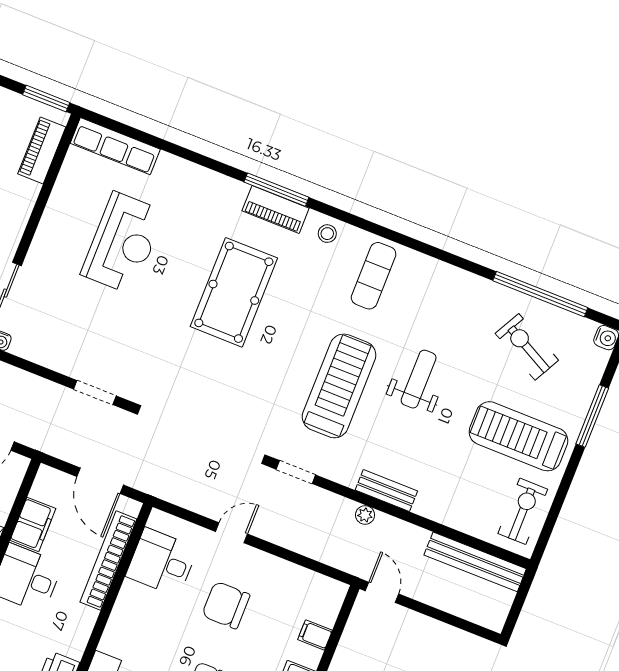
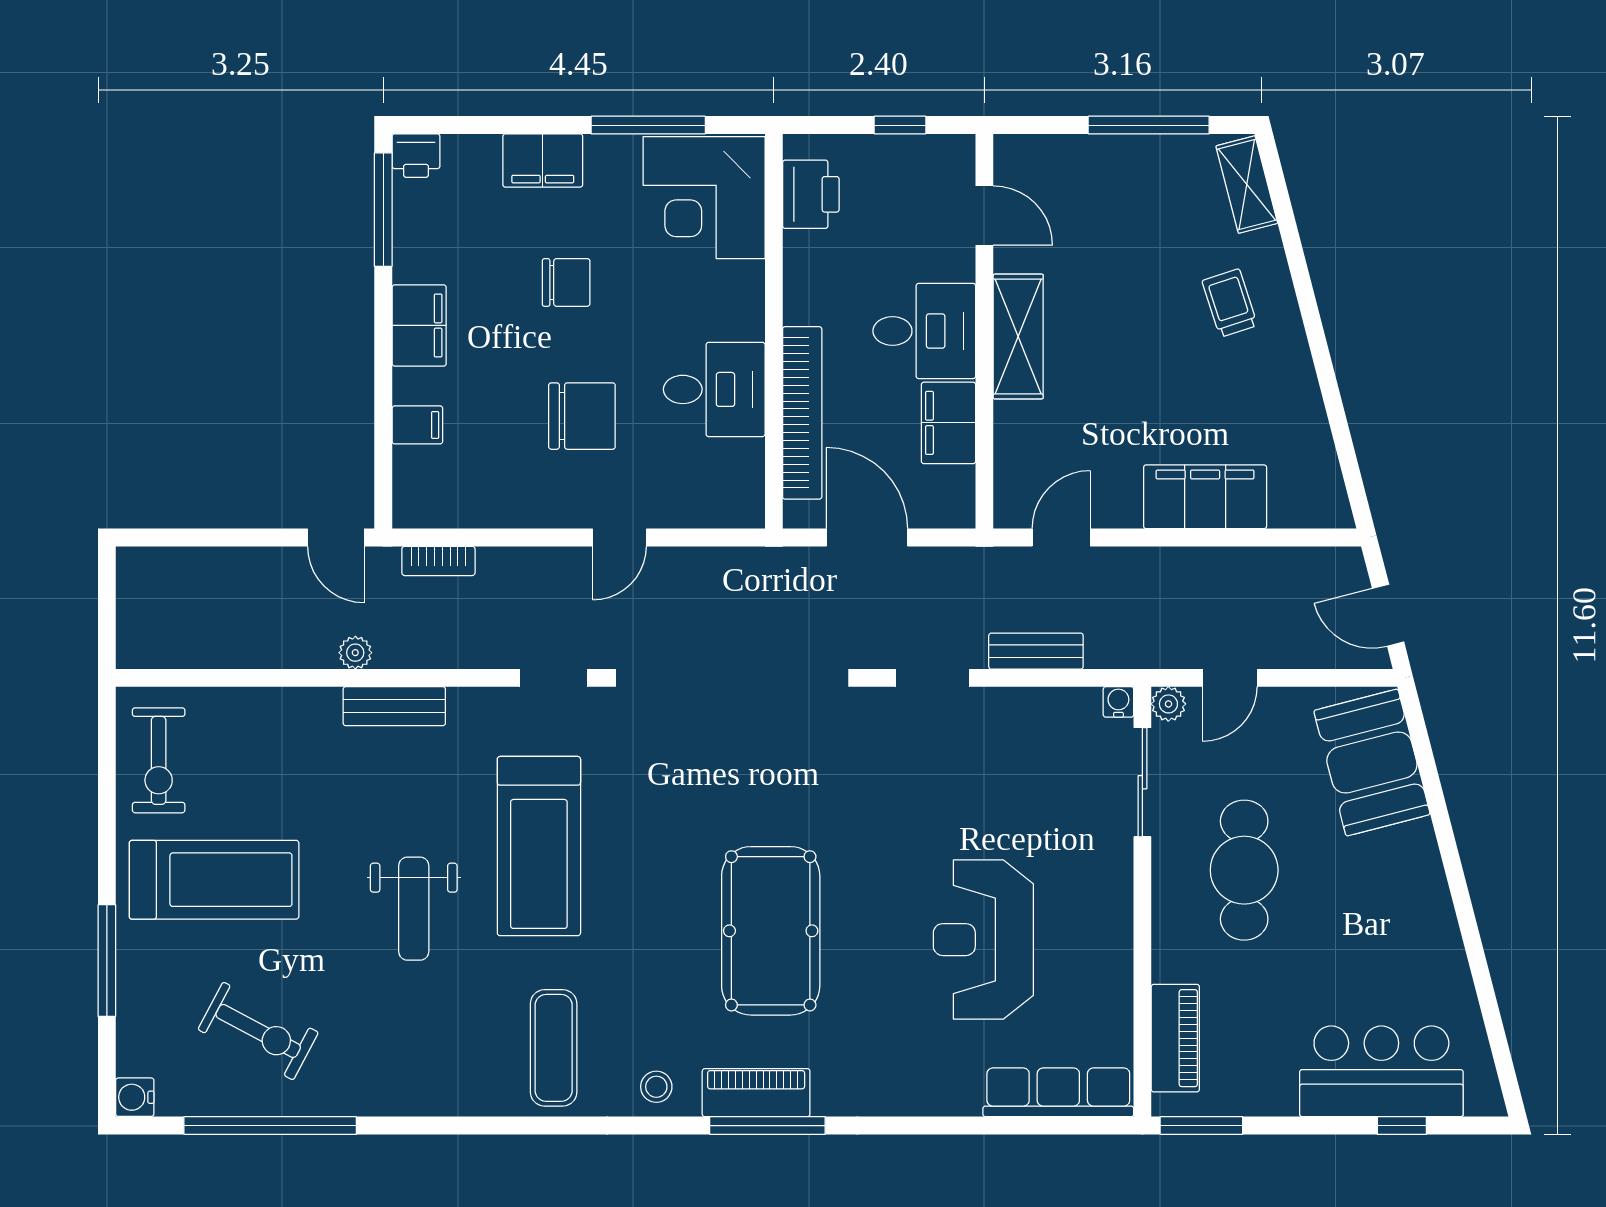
plant: (365, 515) -> (355, 653), moved
bookcase: (332, 558) -> (438, 561), added
desk: (162, 562) -> (714, 389), moved
bench: (475, 562) -> (1036, 651), moved, width x0.54, depth x0.82

